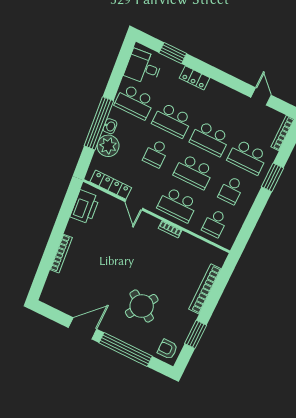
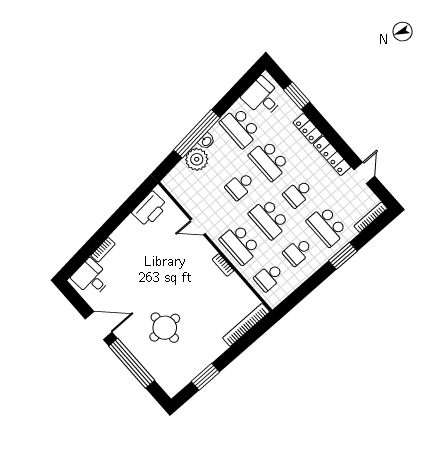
school desk: (210, 139) -> (298, 193), width x0.54
locker: (111, 185) -> (332, 156), moved, turned 180
door: (134, 205) -> (198, 227), hinge flipped
bookcase: (61, 254) -> (103, 250), width x0.64
desk: (59, 289) -> (91, 278), added
bookcase: (205, 289) -> (246, 325), moved
round table: (142, 306) -> (165, 328), turned -33
armchair: (167, 349) -> (172, 380), removed

